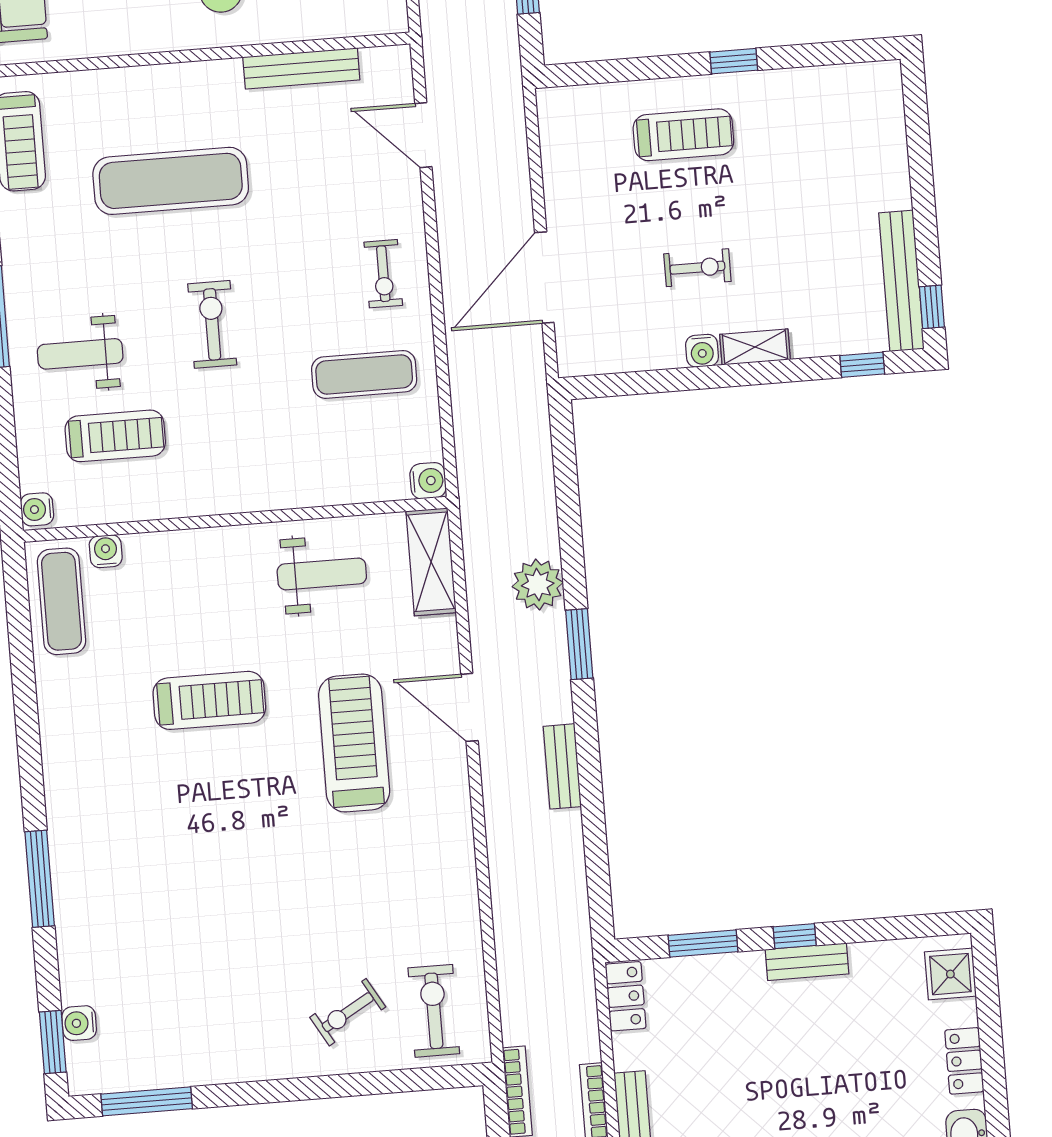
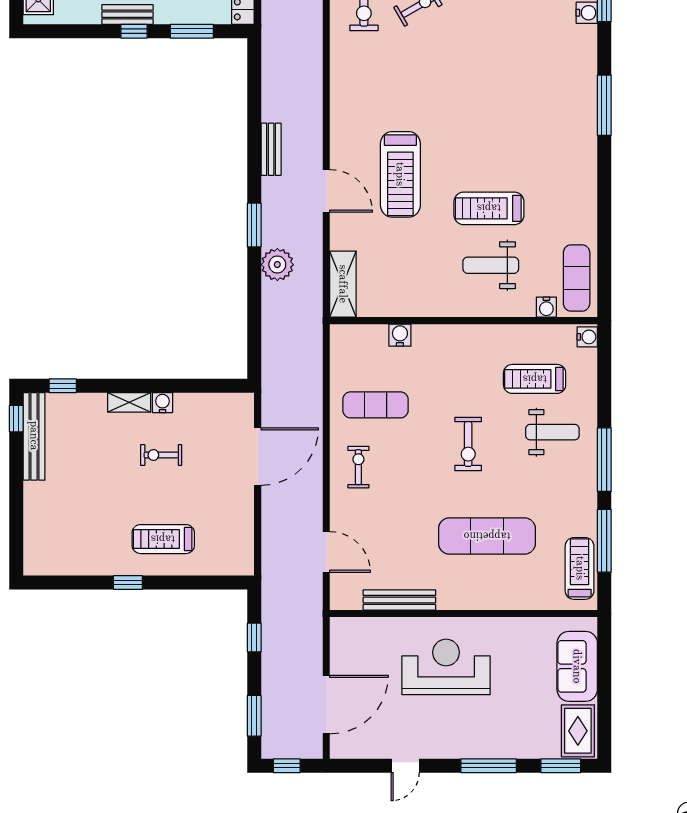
water cooler: (428, 481) -> (400, 335), moved, turned 90
weight bench: (322, 574) -> (491, 265), moved

